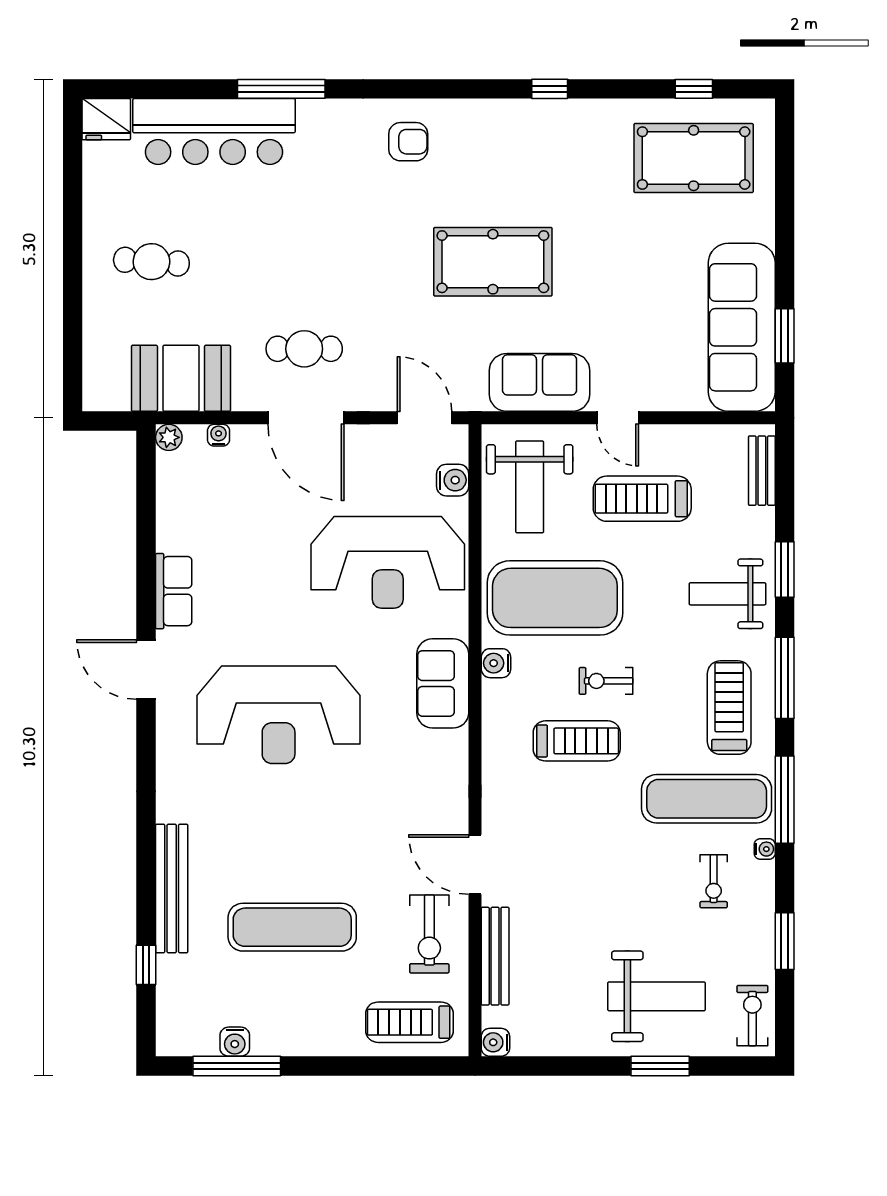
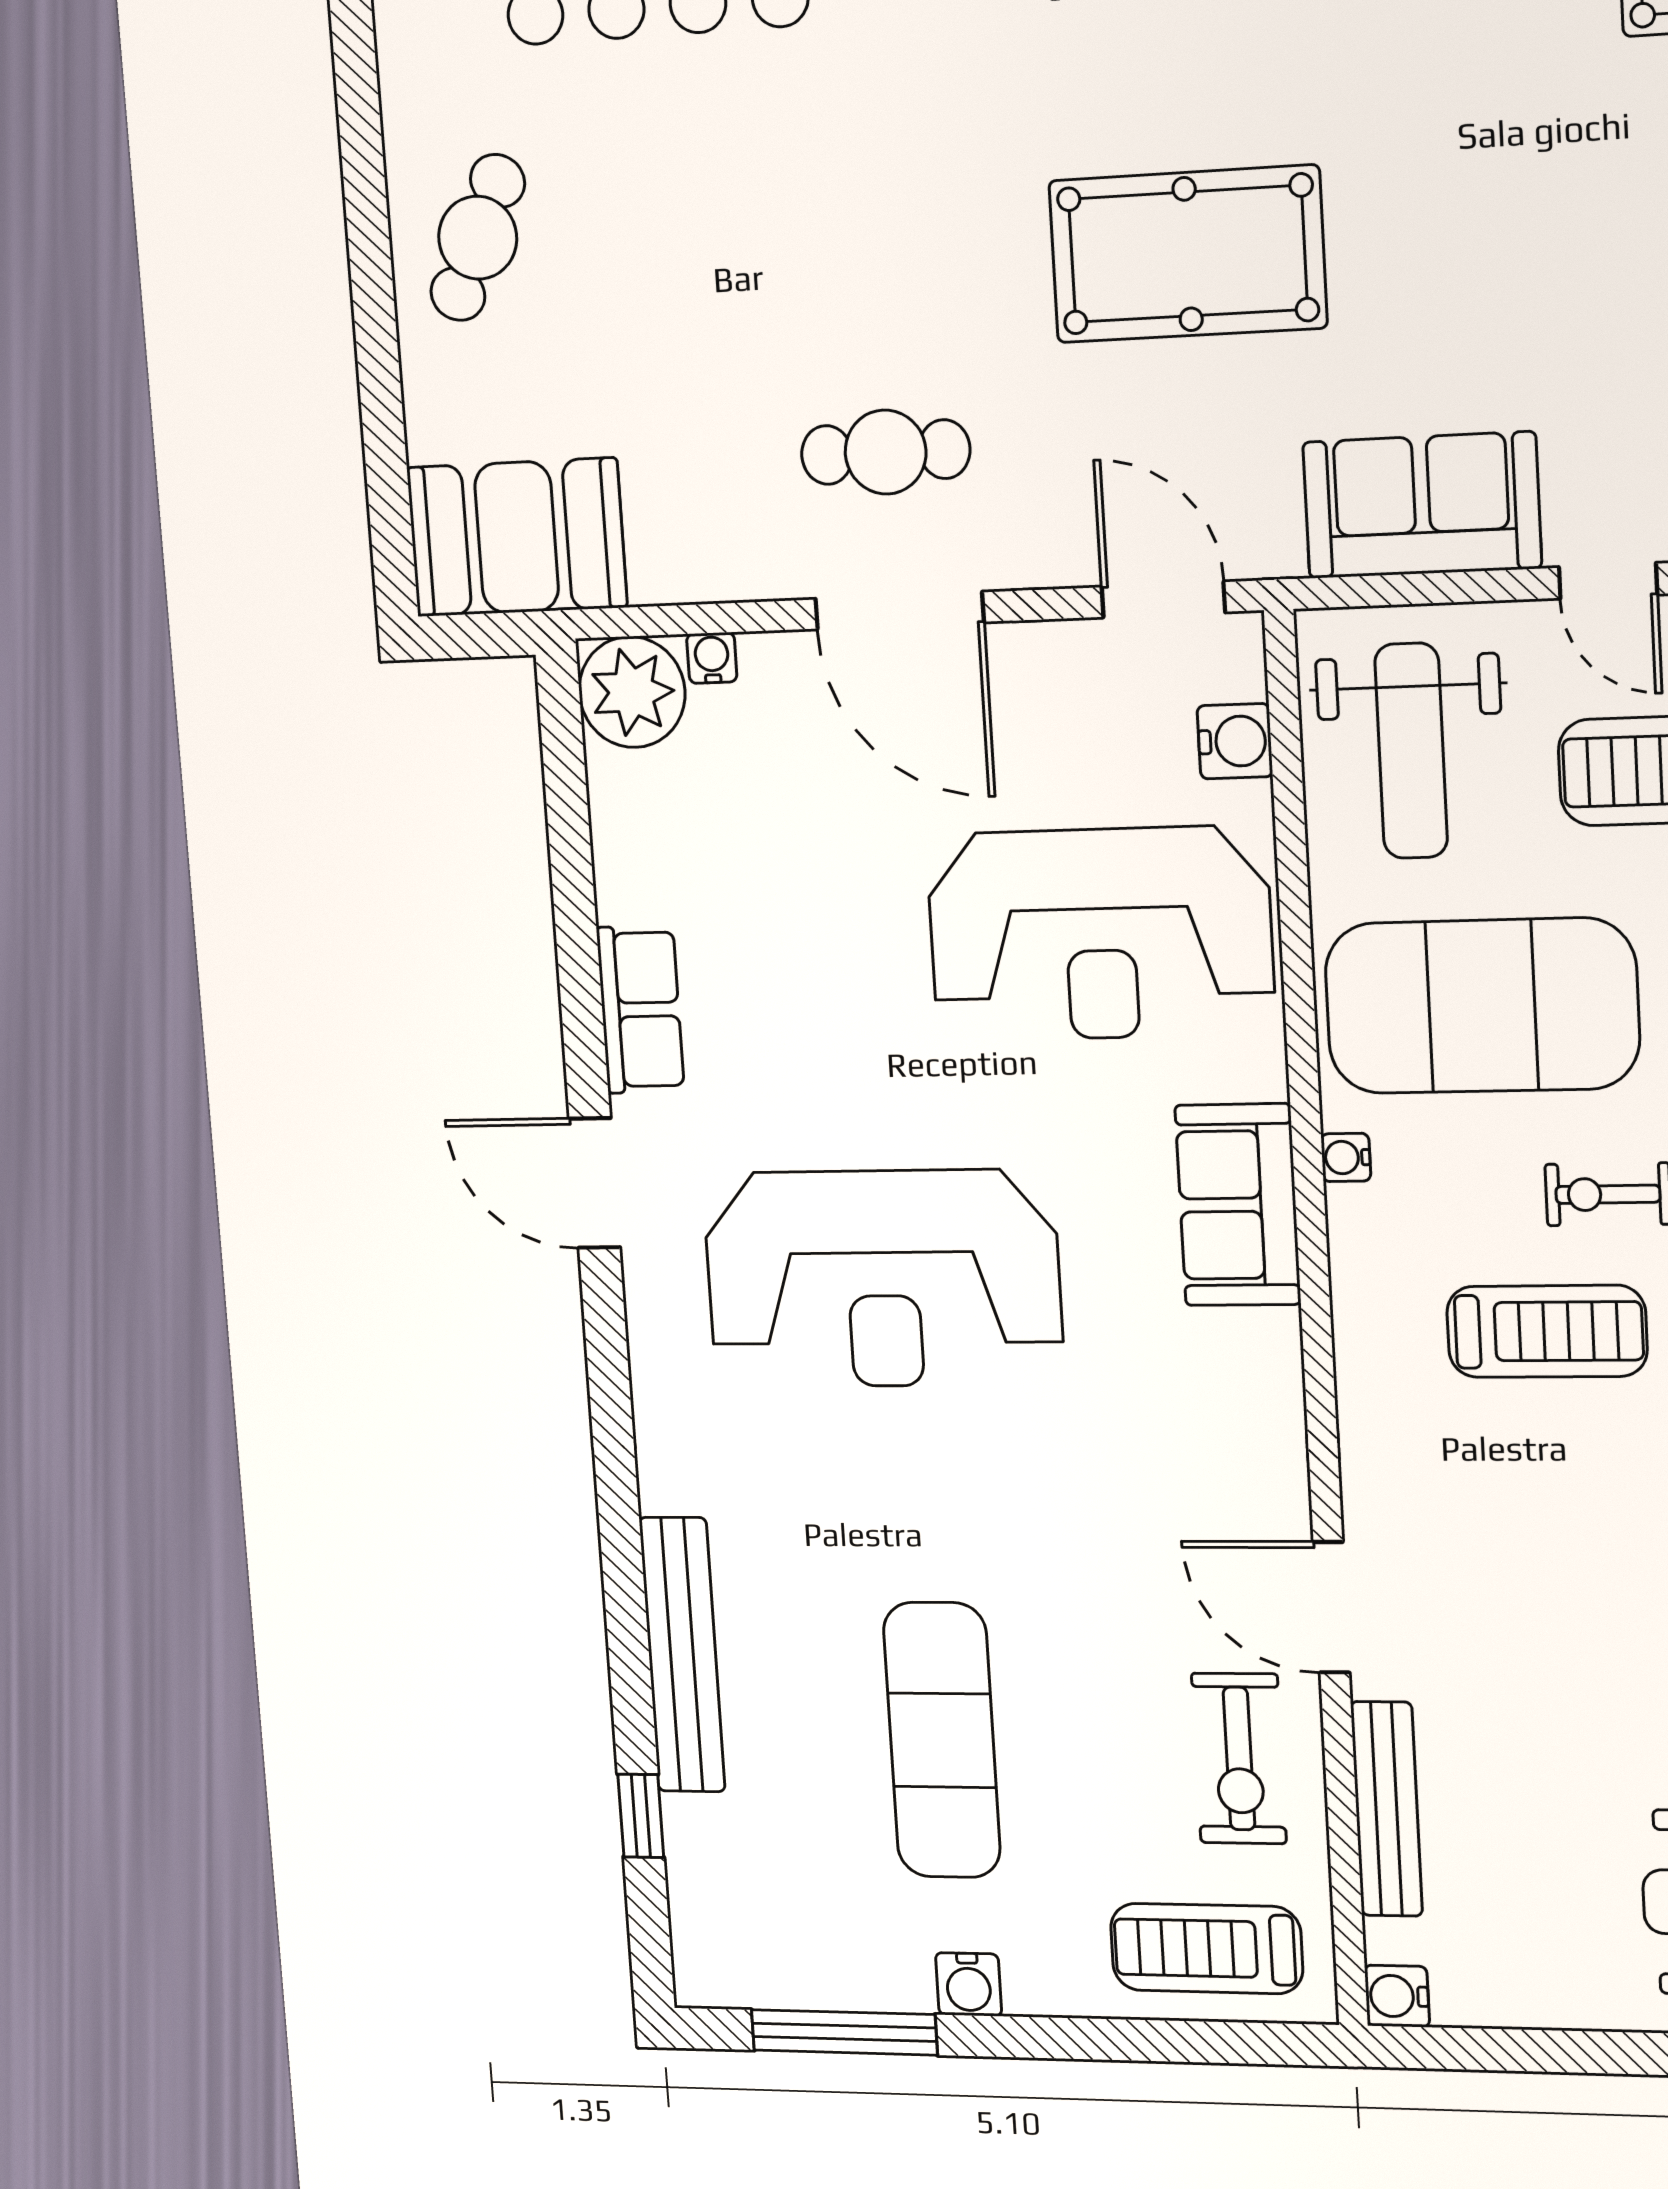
cafe table: (151, 262) -> (478, 238), moved, turned -69
pool table: (493, 262) -> (1188, 254), moved
booth: (181, 378) -> (517, 537), moved
plant: (169, 437) -> (632, 692), width x1.87, depth x1.87
water cooler: (496, 663) -> (1346, 1157), width x0.72, depth x0.72
exercise mat: (292, 927) -> (942, 1740), turned 90
water cooler: (235, 1042) -> (969, 1984), moved

